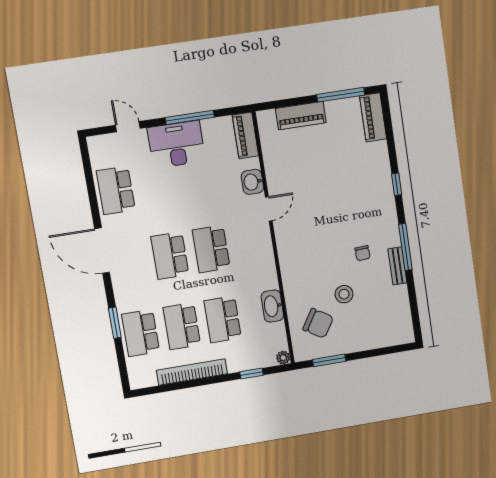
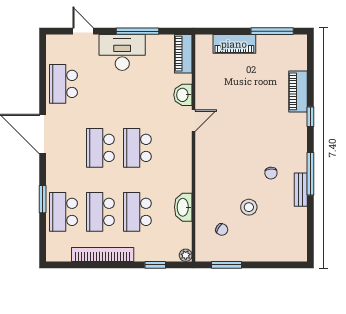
piano: (373, 117) -> (298, 91), moved
chair: (318, 323) -> (222, 230), width x0.54, depth x0.54

